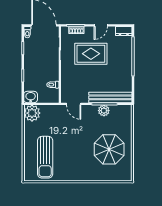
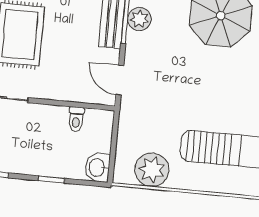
door: (74, 104) -> (120, 80), swing flipped
plant: (32, 113) -> (152, 170), moved

